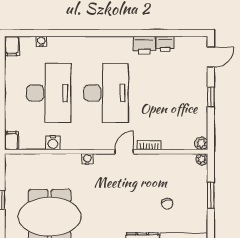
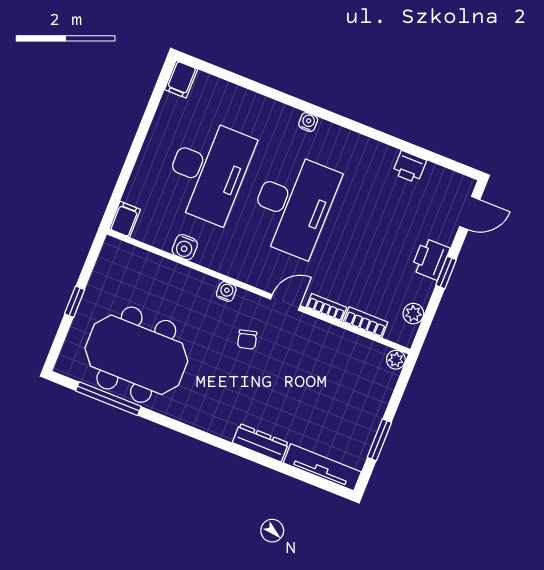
water cooler: (41, 41) -> (308, 122), moved
printer: (144, 45) -> (431, 259), moved, turned 90
plant: (201, 143) -> (413, 314), moved
bookcase: (175, 145) -> (365, 322), added
window: (211, 195) -> (379, 440), moved
chair: (167, 204) -> (247, 340), moved

